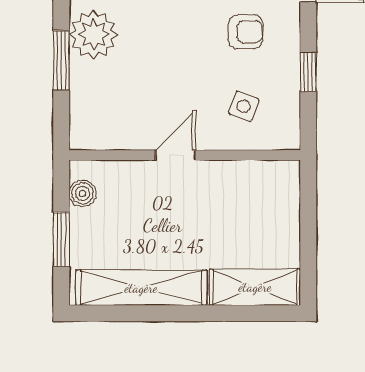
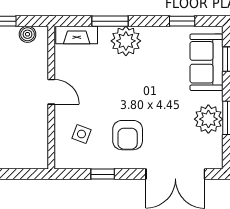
armchair: (245, 32) -> (128, 135), width x1.38, depth x1.38
fireplace: (84, 114) -> (77, 35), added

